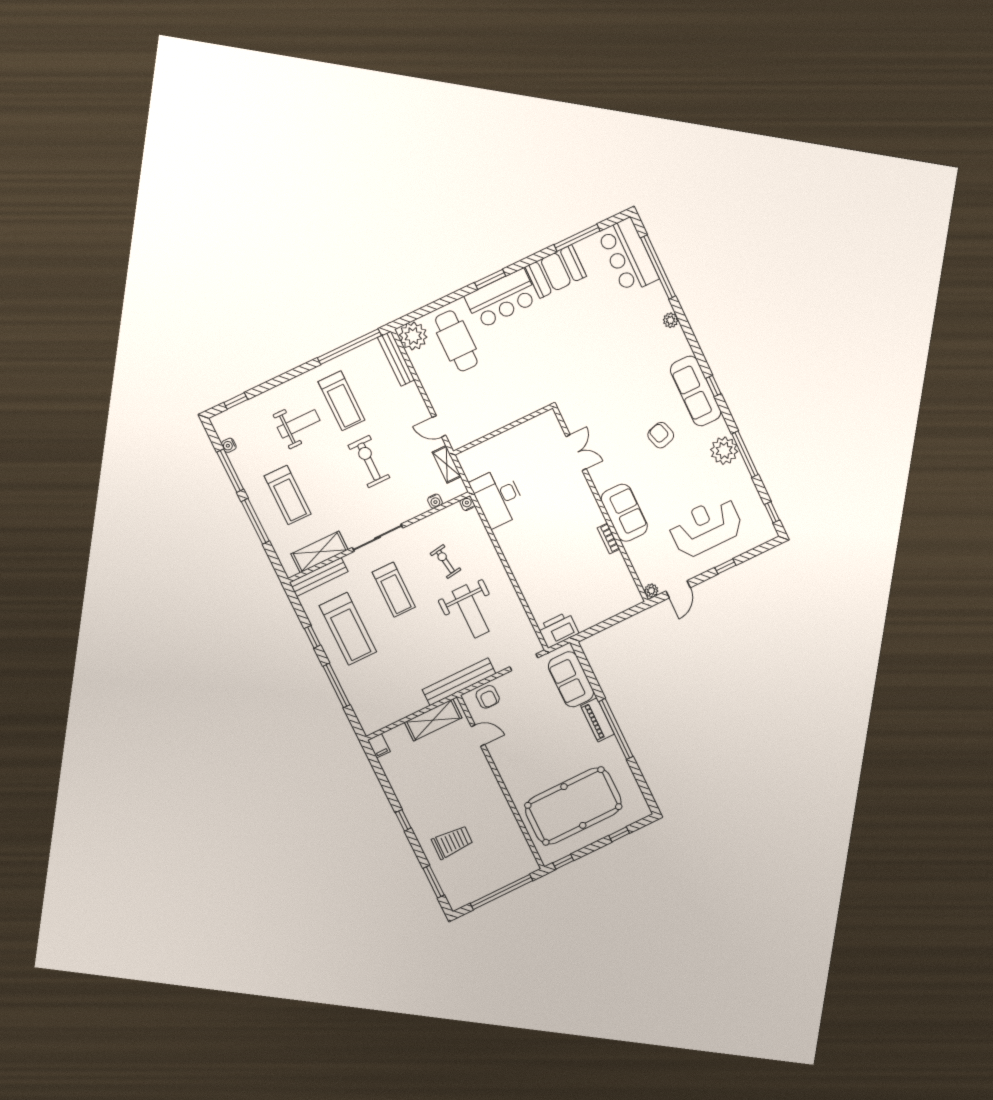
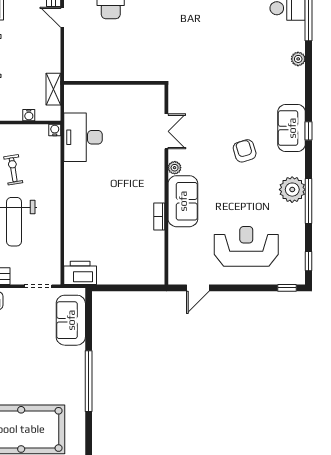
sofa: (696, 391) -> (292, 128), width x0.73
door: (439, 426) -> (62, 17), moved
window: (725, 566) -> (287, 288), moved
plant: (651, 591) -> (175, 168), moved
piano: (598, 720) -> (77, 366), removed

